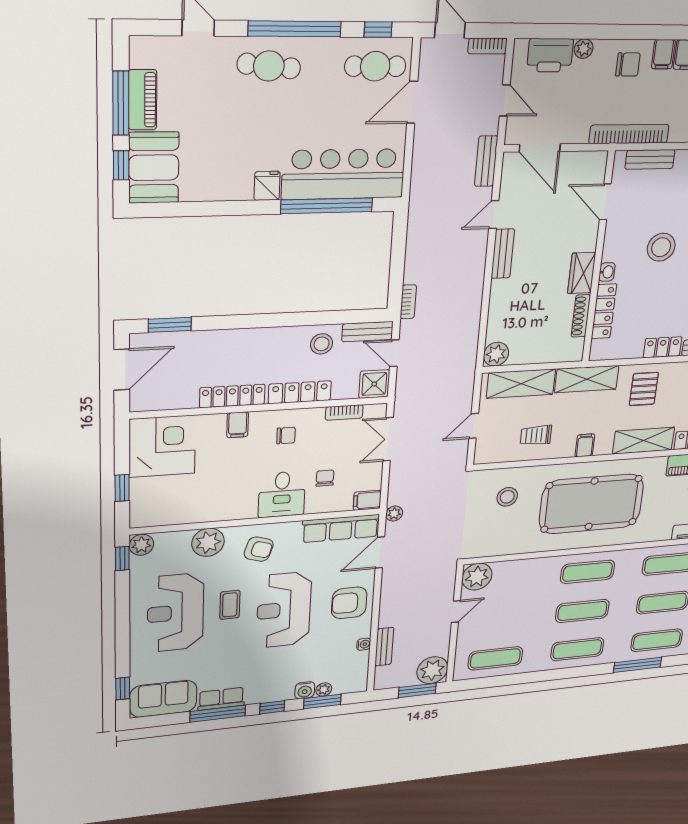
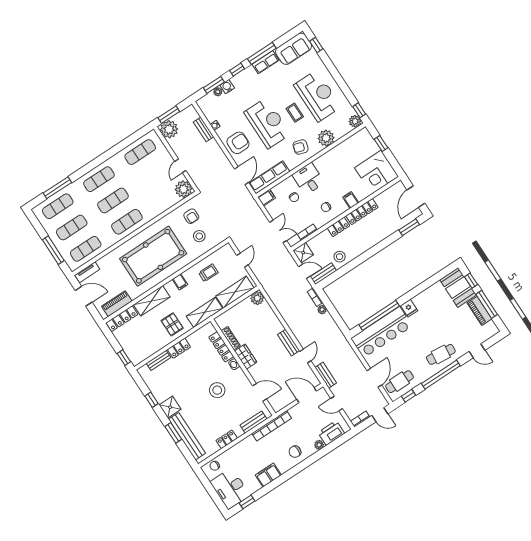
filing cabinet: (663, 54) -> (283, 466), removed
locker: (300, 392) -> (338, 227), width x0.66
plant: (394, 514) -> (322, 310), moved
armchair: (496, 532) -> (191, 216), added

